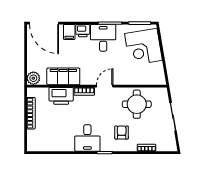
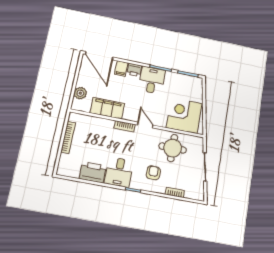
corner desk: (143, 47) -> (184, 116), moved, turned 100
plant: (33, 78) -> (80, 93), moved
door: (105, 86) -> (145, 125), hinge flipped
printer: (61, 96) -> (93, 172), moved, turned 180

